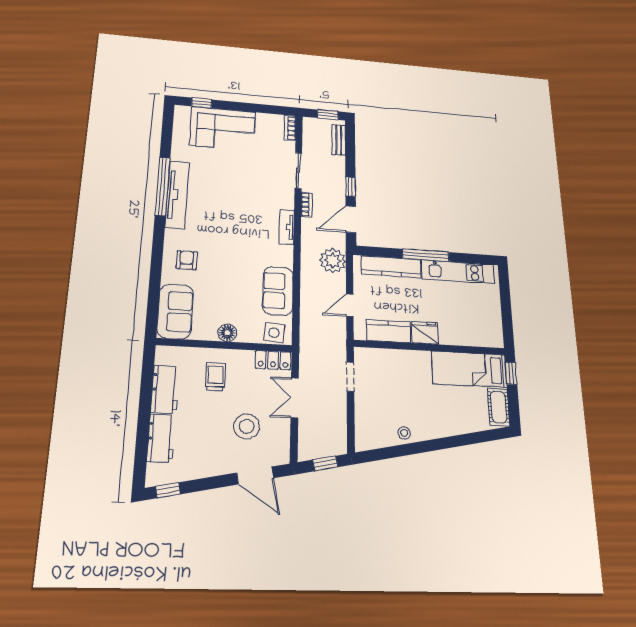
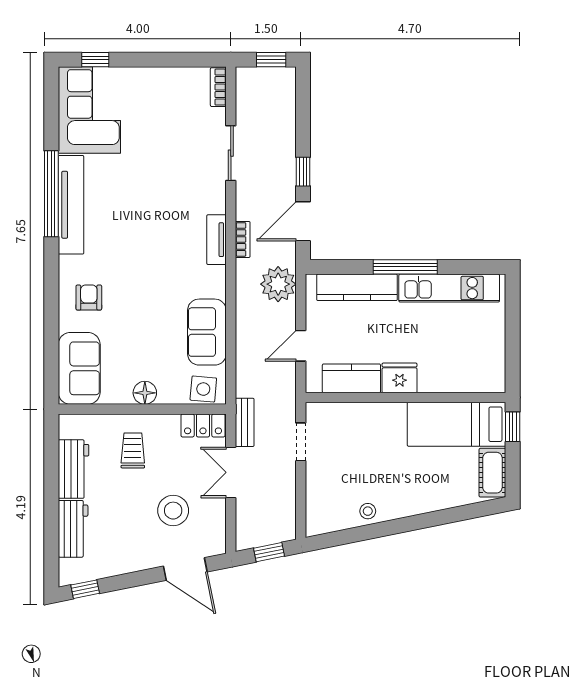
corner sofa: (223, 129) -> (89, 110), moved, turned -90
bench: (339, 140) -> (245, 422), moved
bookcase: (307, 205) -> (243, 239), moved

